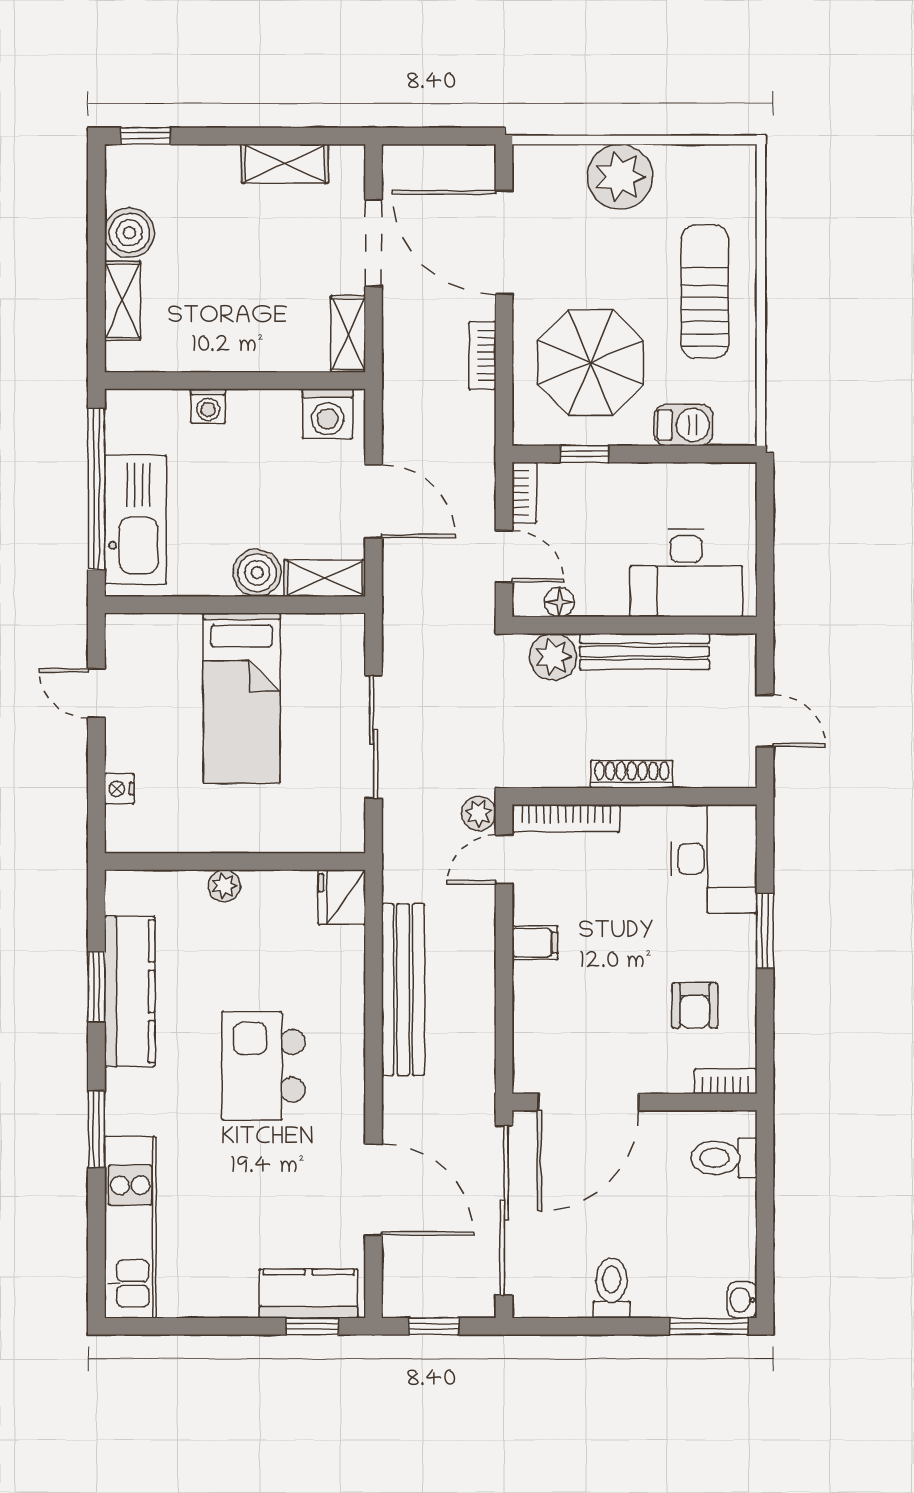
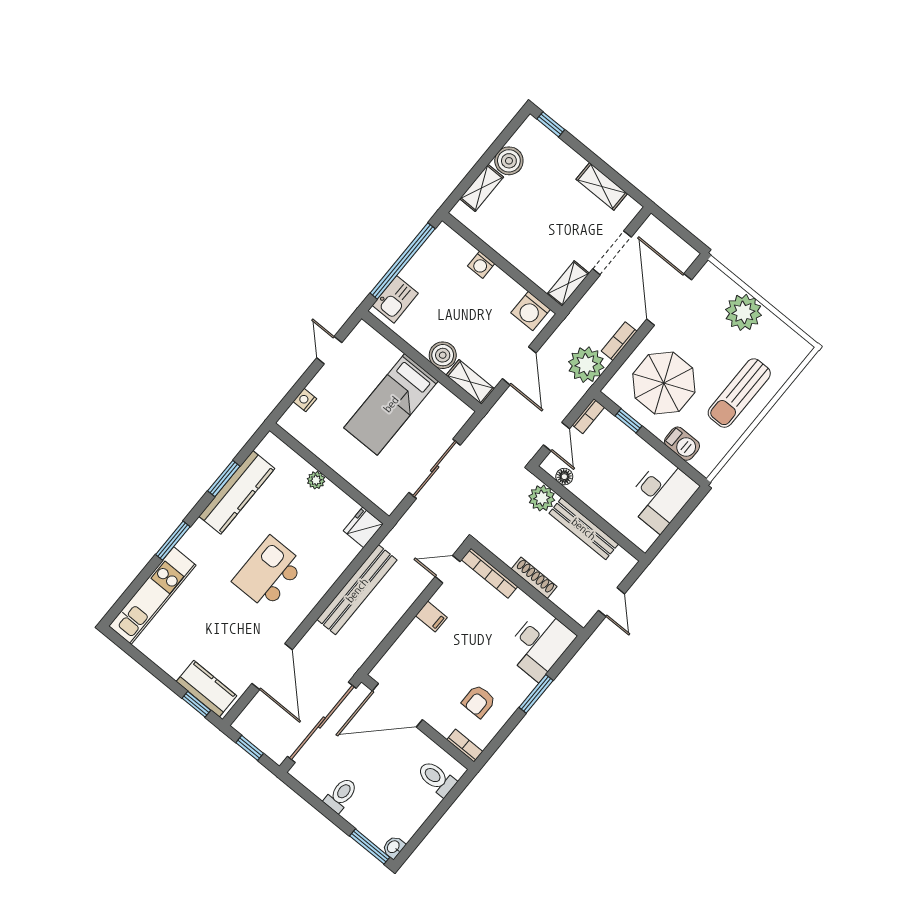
sun lounger: (705, 292) -> (739, 393), turned 180
kitchen sink: (135, 520) -> (395, 299), width x0.53, depth x0.81
desk: (686, 573) -> (661, 495), moved, turned -90
plant: (479, 813) -> (586, 365), moved, width x1.87, depth x1.87

